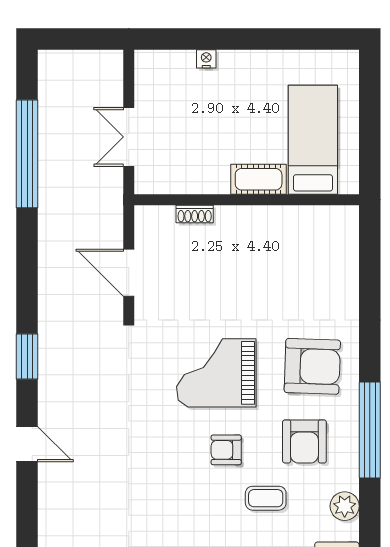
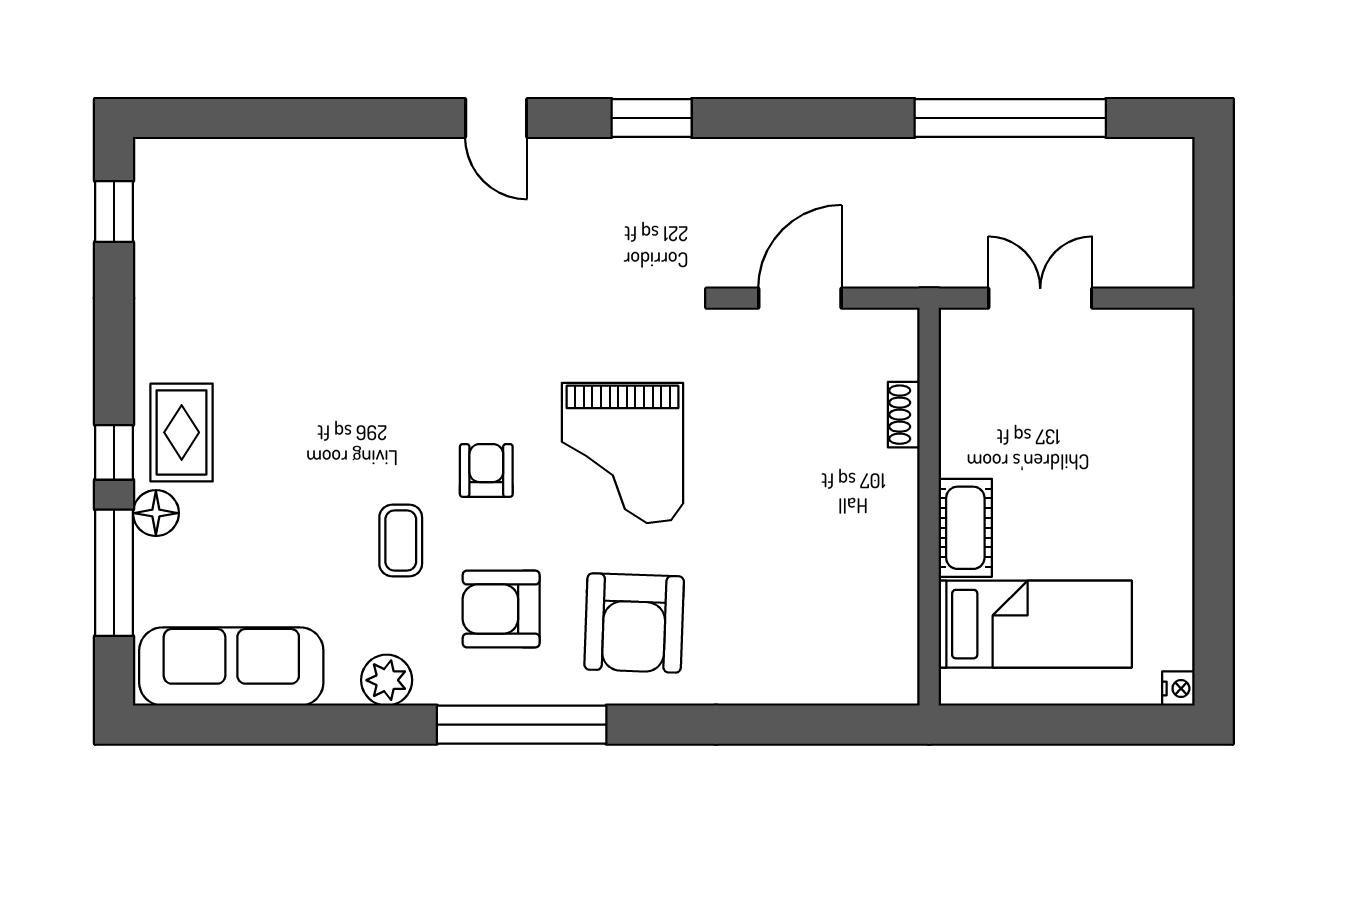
nightstand: (206, 59) -> (1178, 688), moved
grand piano: (216, 373) -> (623, 453), turned 180
door: (27, 444) -> (496, 118), hinge flipped

